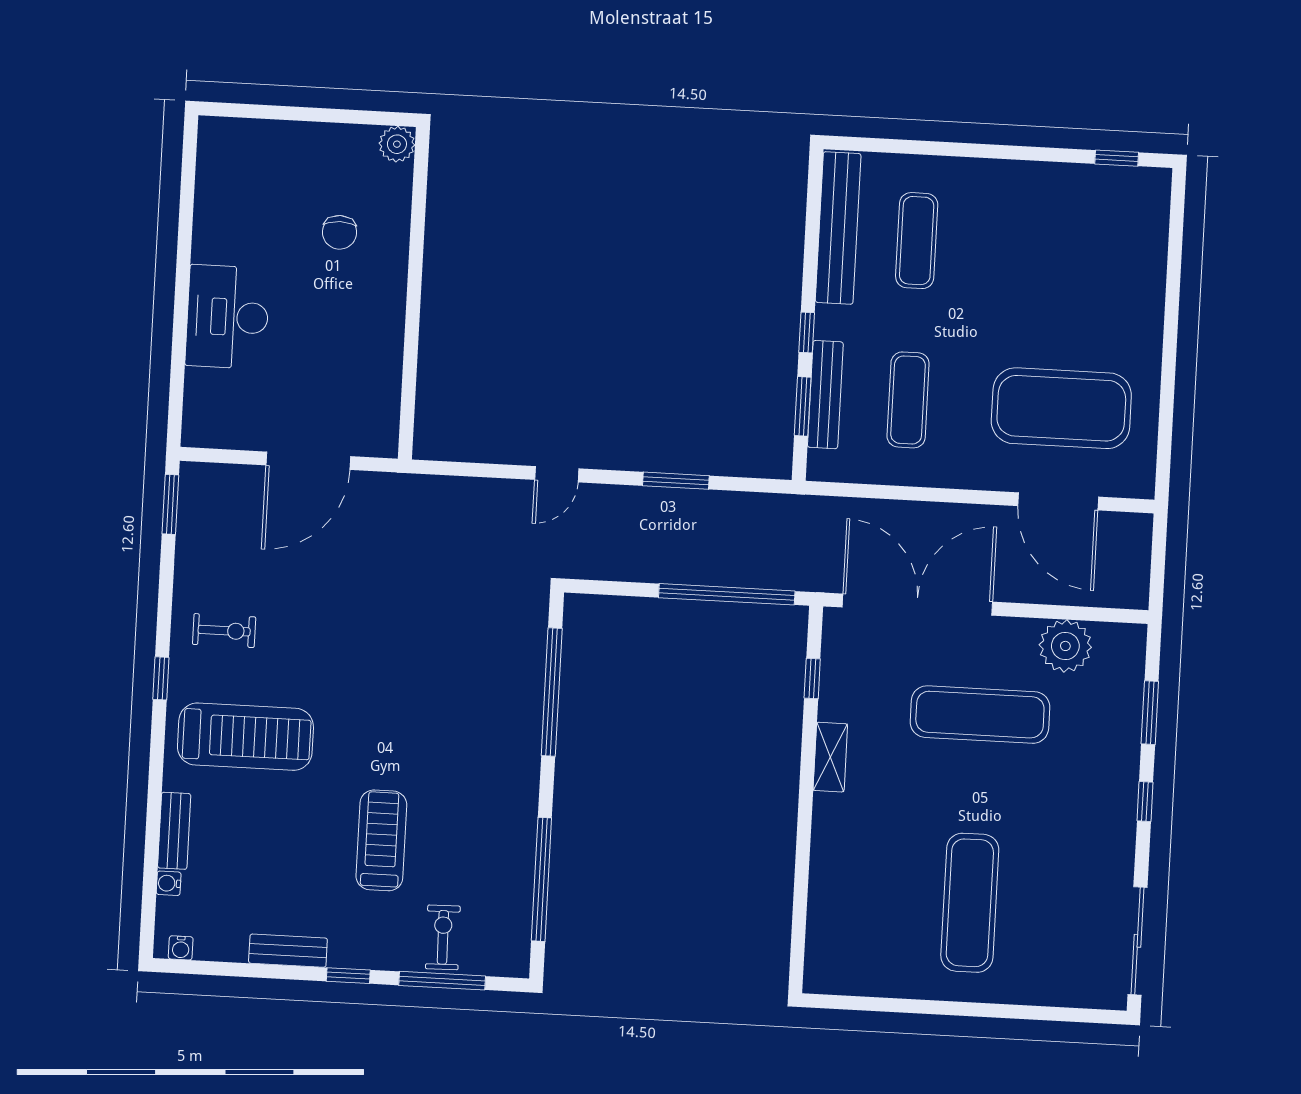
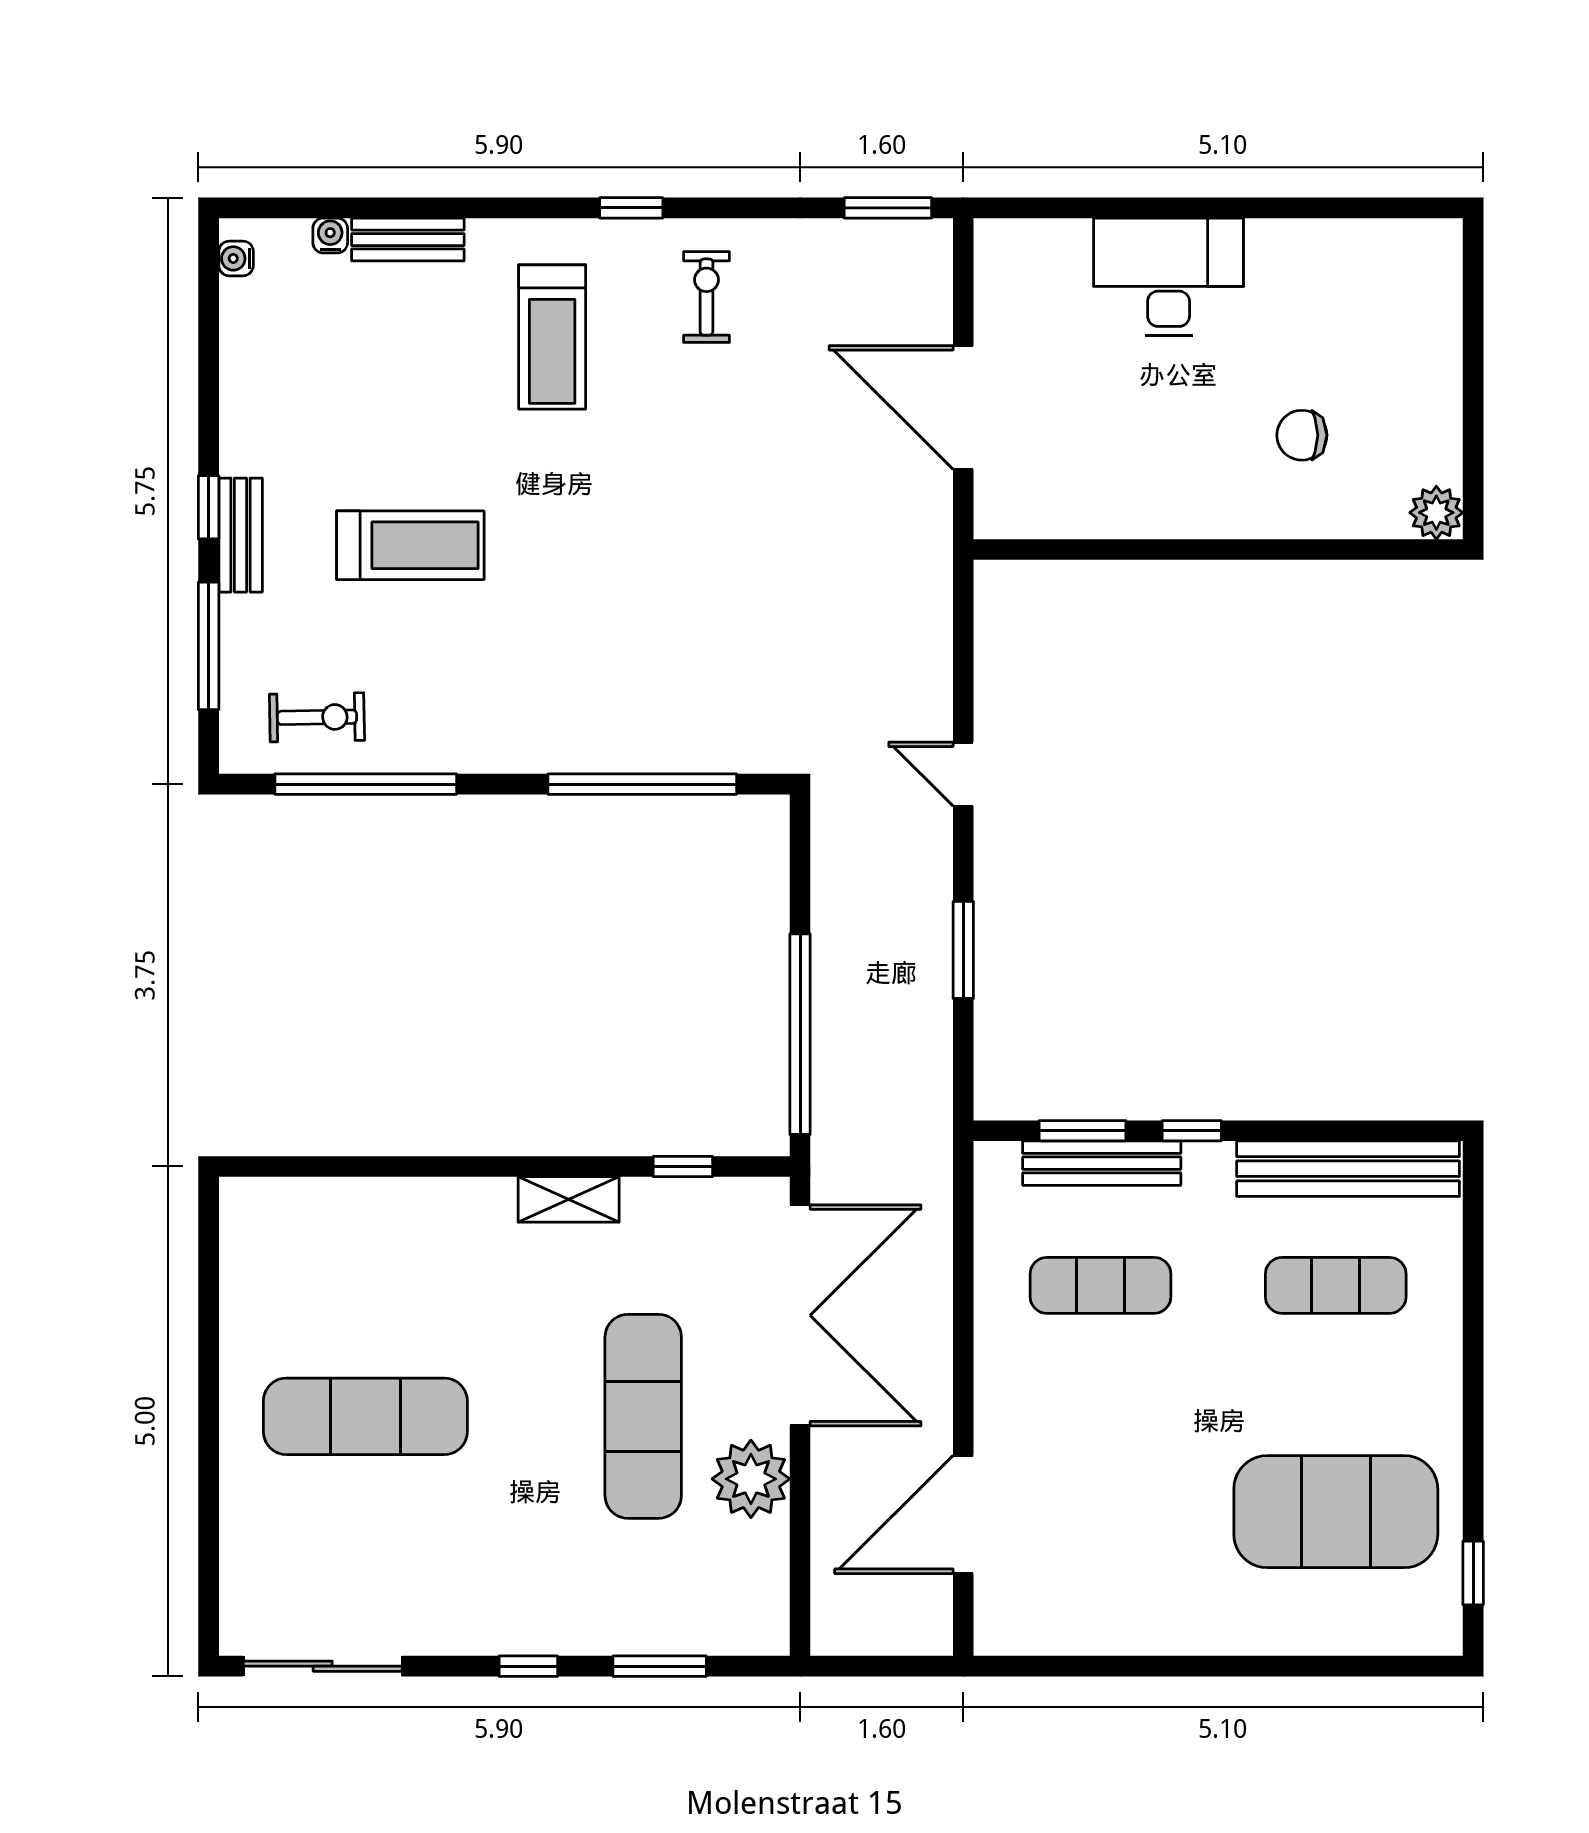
exercise mat: (1061, 408) -> (1336, 1512), moved, turned 90
exercise bike: (224, 631) -> (706, 297), turned 180
plant: (1065, 646) -> (751, 1479), moved
treadmill: (245, 737) -> (552, 337), width x0.73, depth x0.73
exercise bike: (443, 937) -> (317, 717), moved
bench: (288, 951) -> (241, 535), moved

